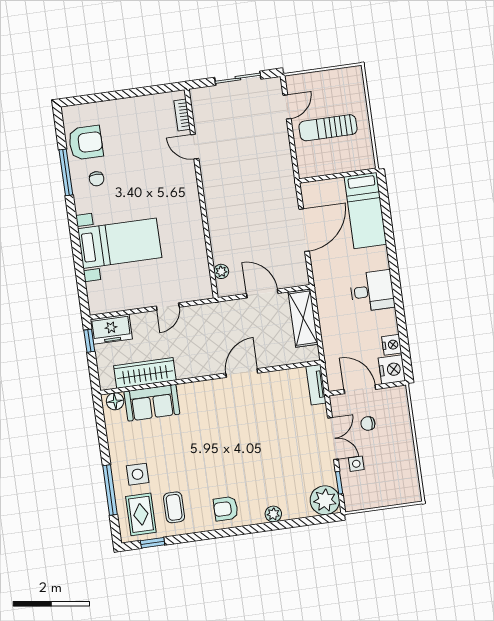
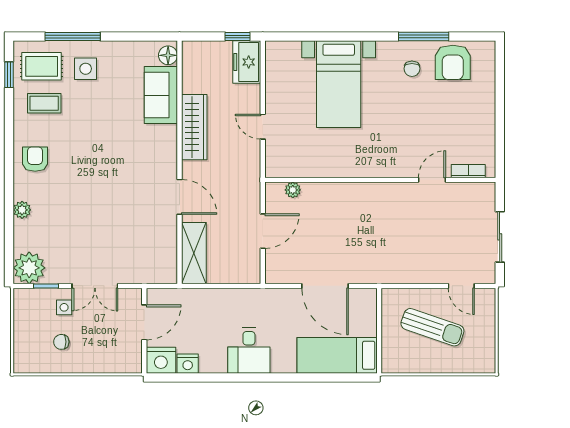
sun lounger: (328, 128) -> (432, 327), turned 109
chair: (97, 179) -> (412, 69), turned -90
shelving: (303, 318) -> (194, 253), moved, turned 90
wardrobe: (145, 373) -> (194, 127), moved
tv unit: (316, 385) -> (156, 276), removed
chair: (368, 423) -> (61, 342), moved, turned -90

